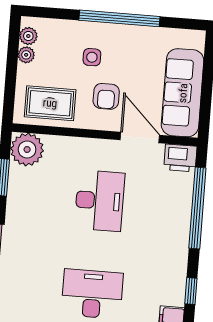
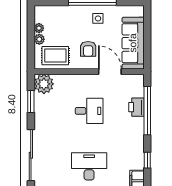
plant: (28, 36) -> (39, 39), moved
side table: (92, 57) -> (98, 18), moved
printer: (180, 158) -> (136, 107), moved, turned 90
desk: (100, 201) -> (89, 111), width x0.73

